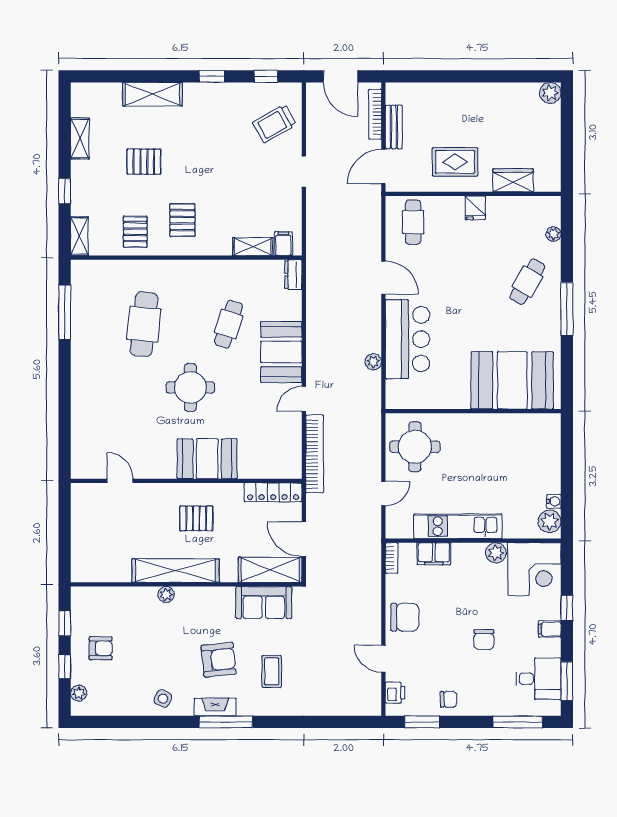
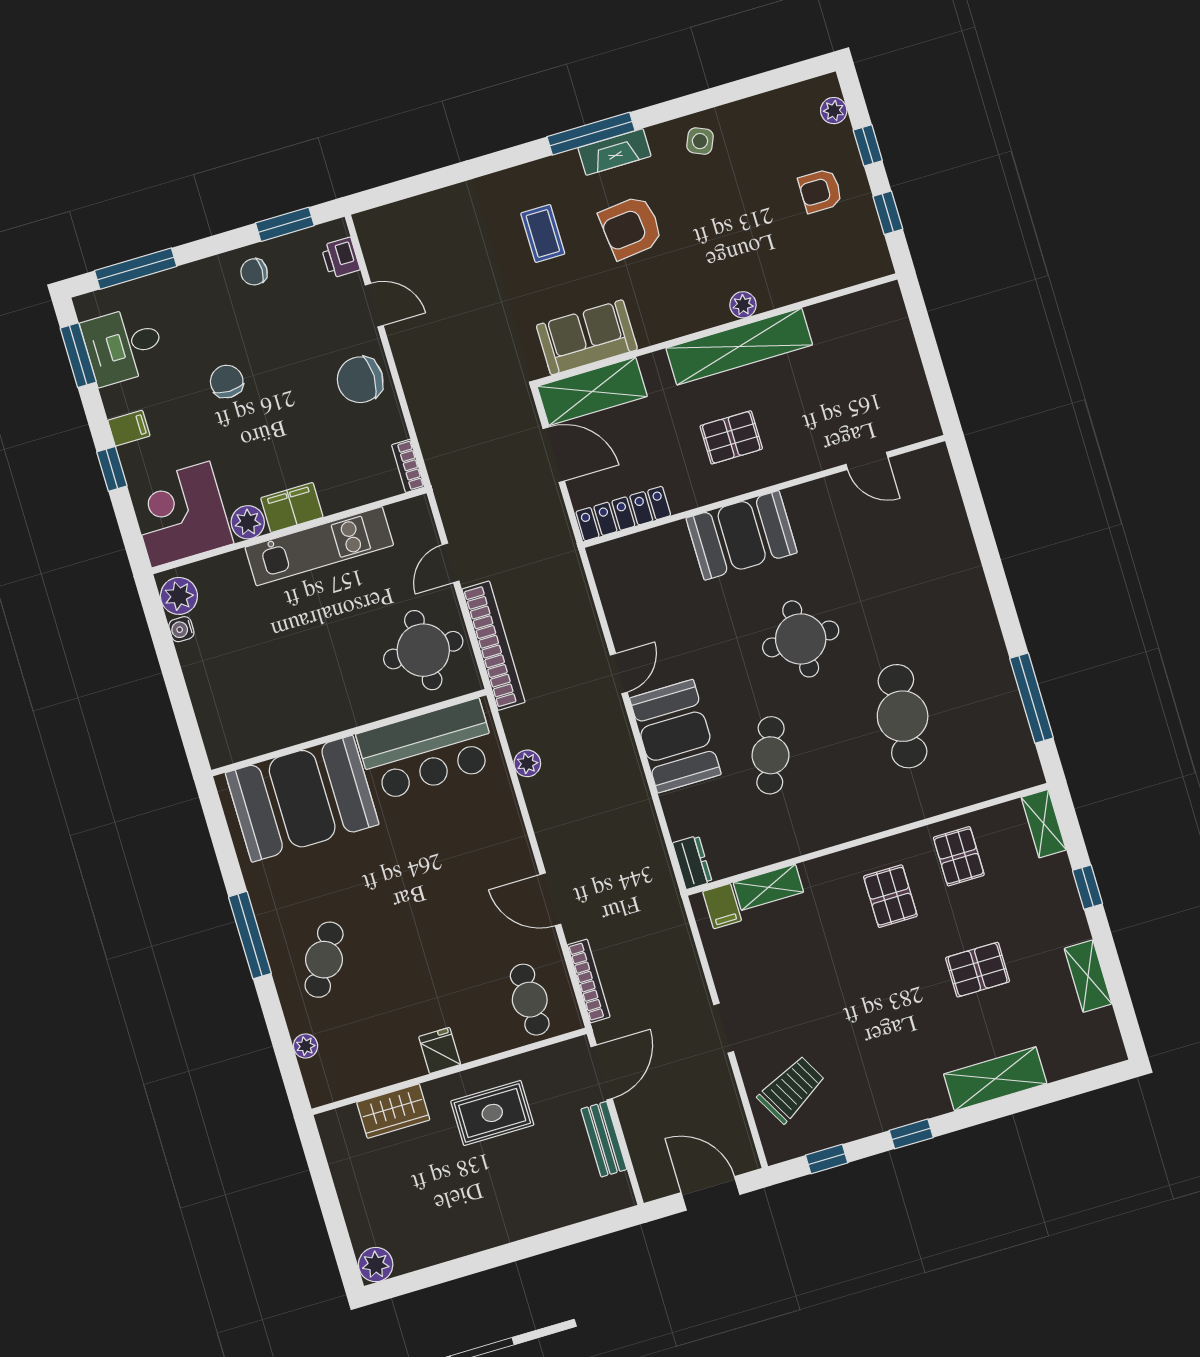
bookcase: (375, 114) -> (589, 981), moved
bar counter: (408, 339) -> (427, 750), moved, turned -90
bookcase: (315, 454) -> (494, 646), moved, turned 180
filing cabinet: (434, 554) -> (292, 507), moved

